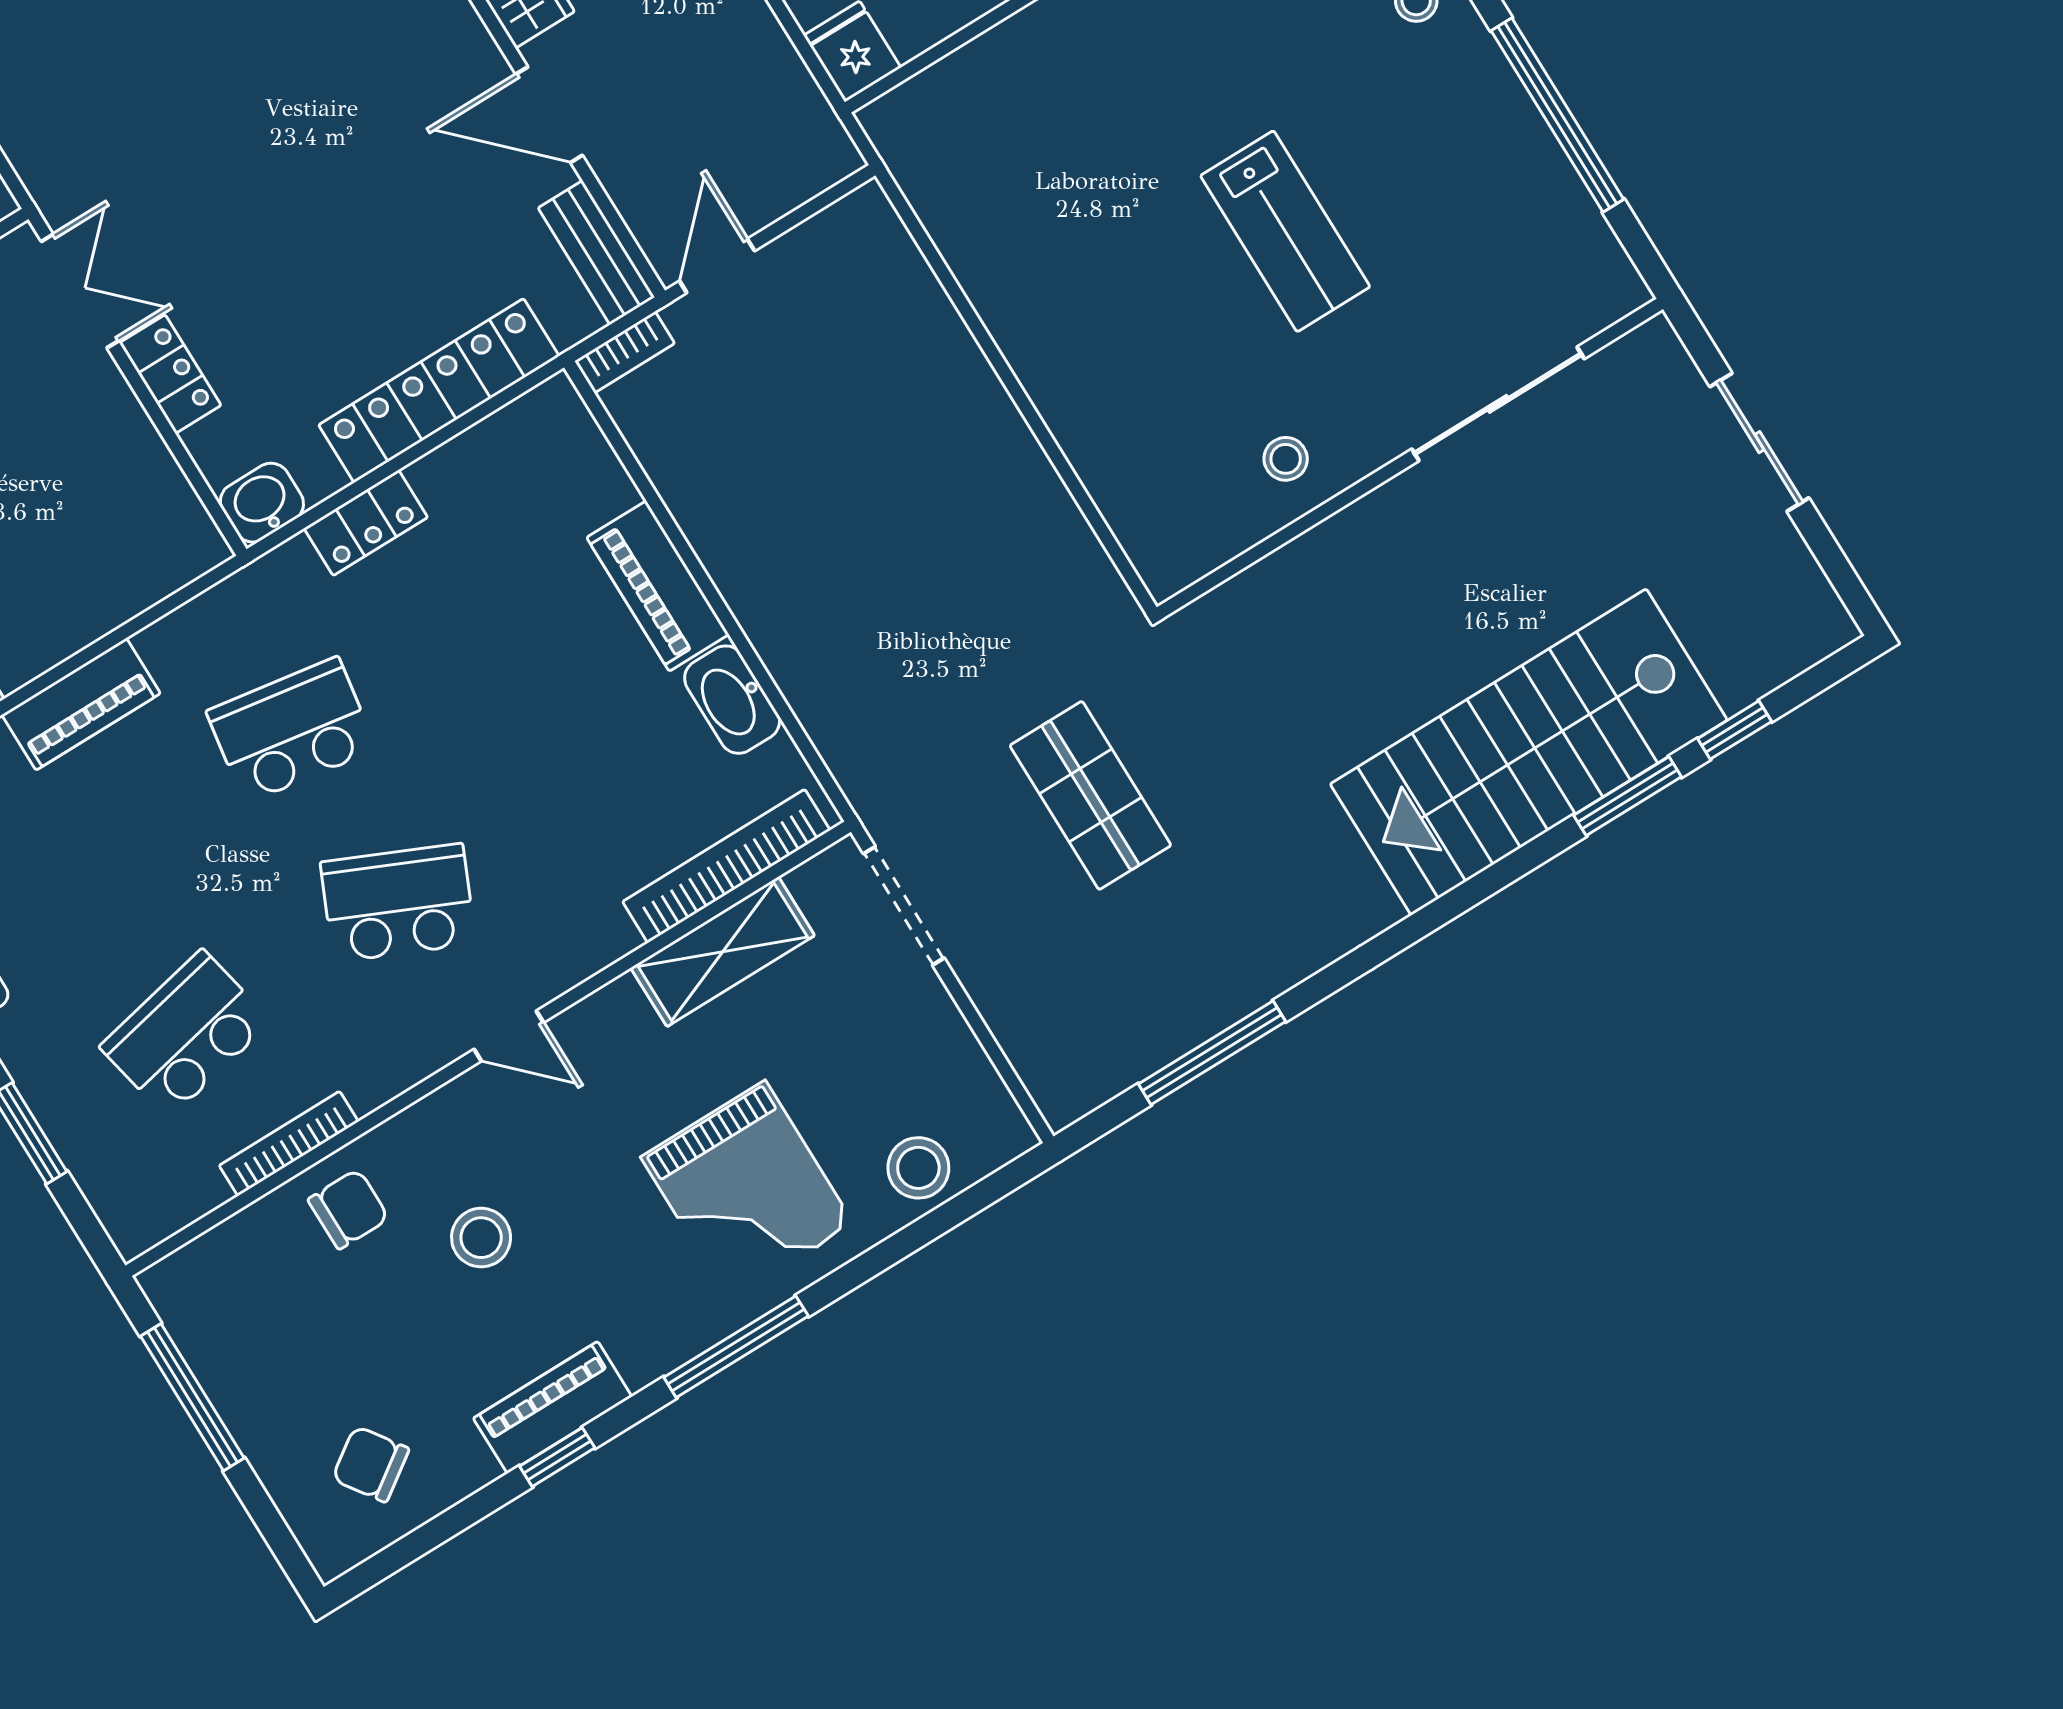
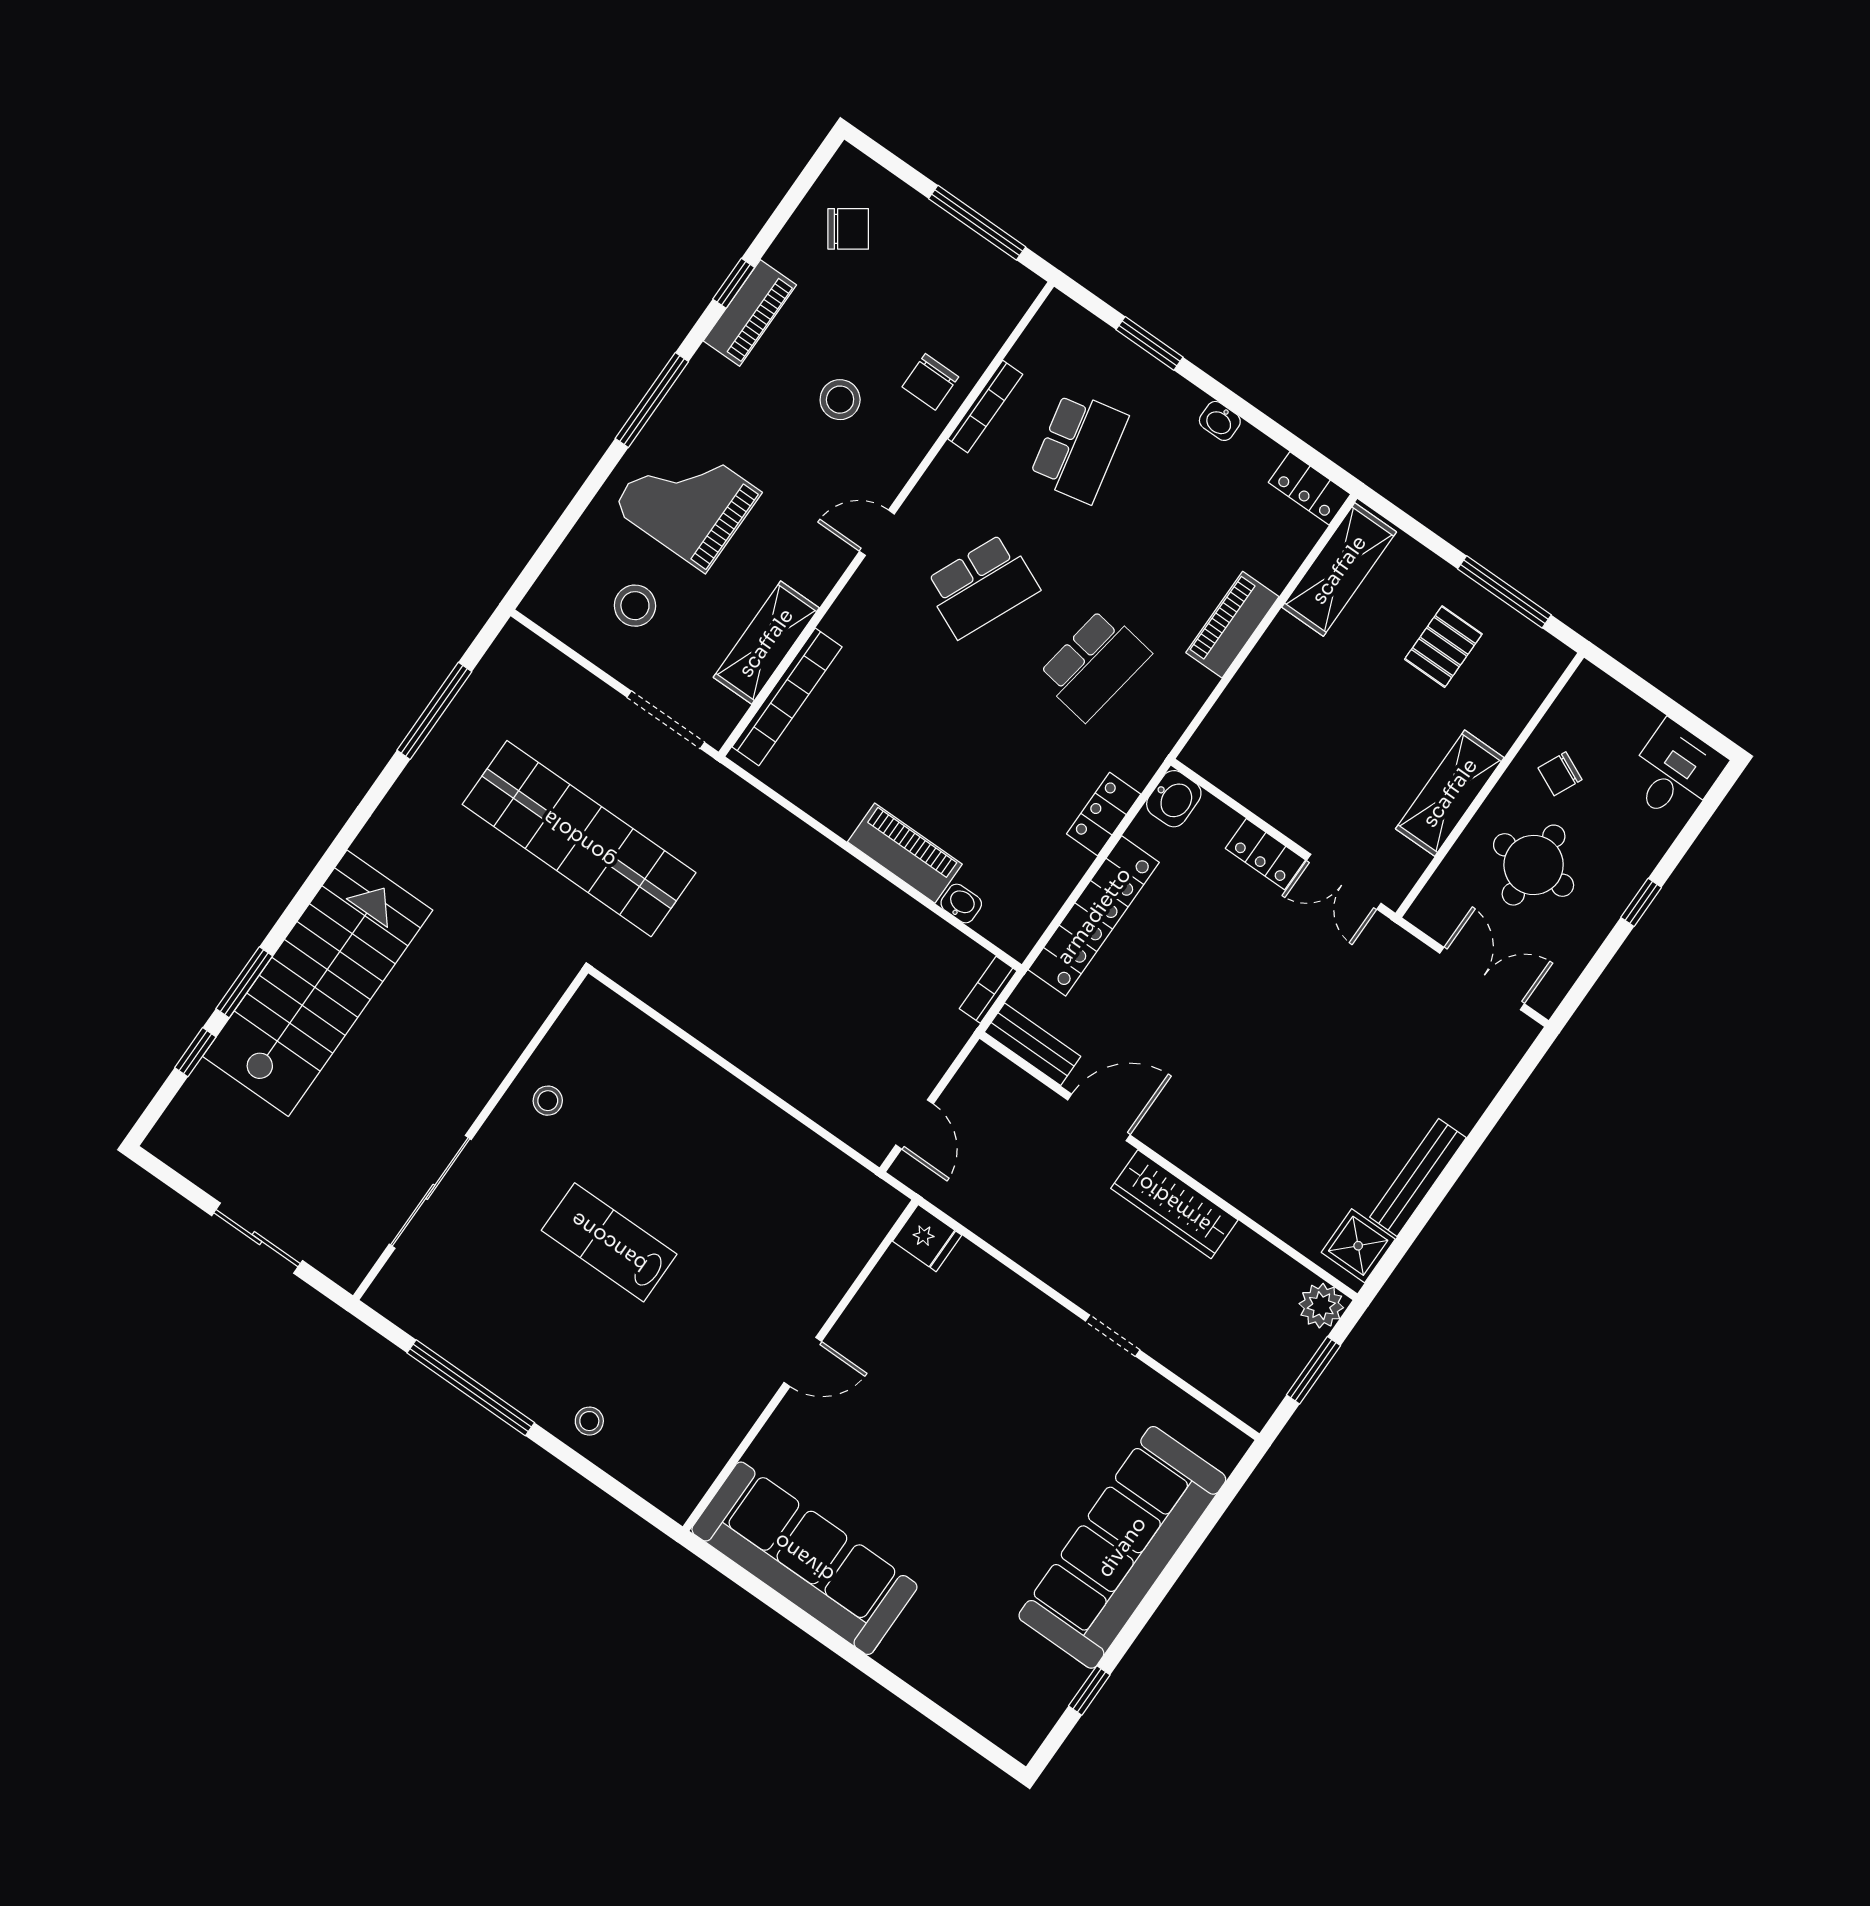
door: (717, 266) -> (914, 1124), moved
washbasin: (732, 700) -> (961, 903), moved, width x0.52, depth x0.69
shop shelf: (1090, 795) -> (579, 839), width x2.00, depth x1.36
stool: (918, 1168) -> (635, 606), moved

